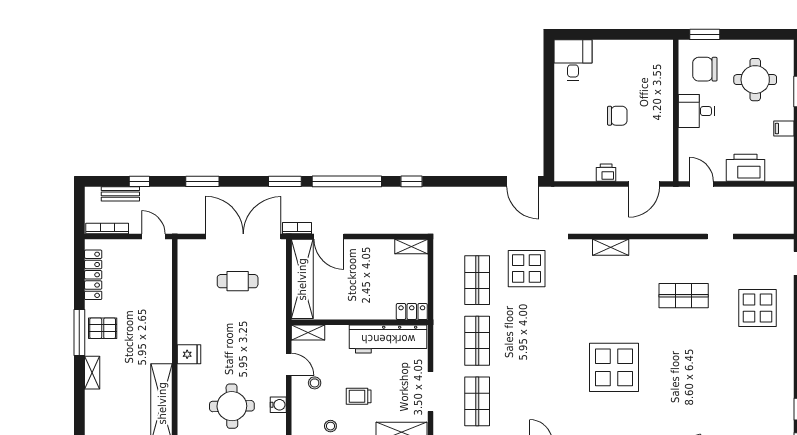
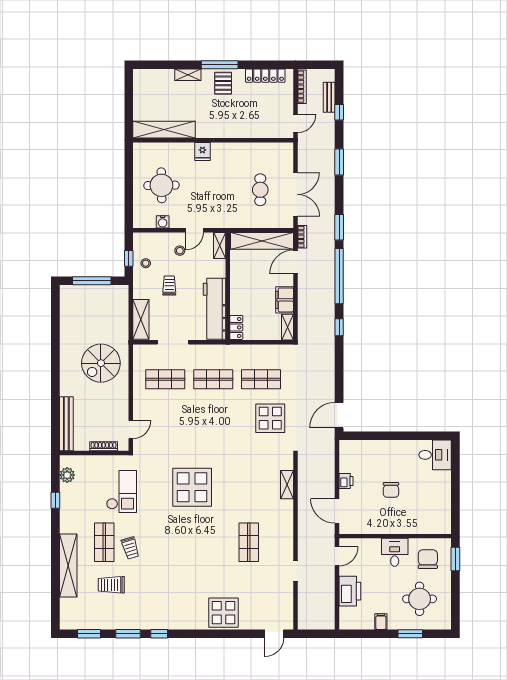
double door: (243, 237) -> (296, 194), width x0.73
filing cabinet: (377, 250) -> (285, 300), added
display table: (757, 308) -> (224, 613), moved

